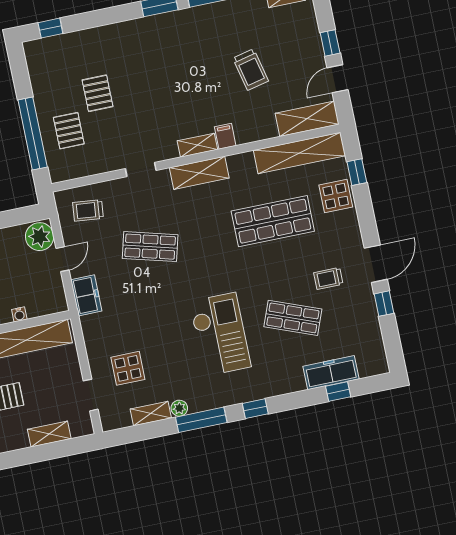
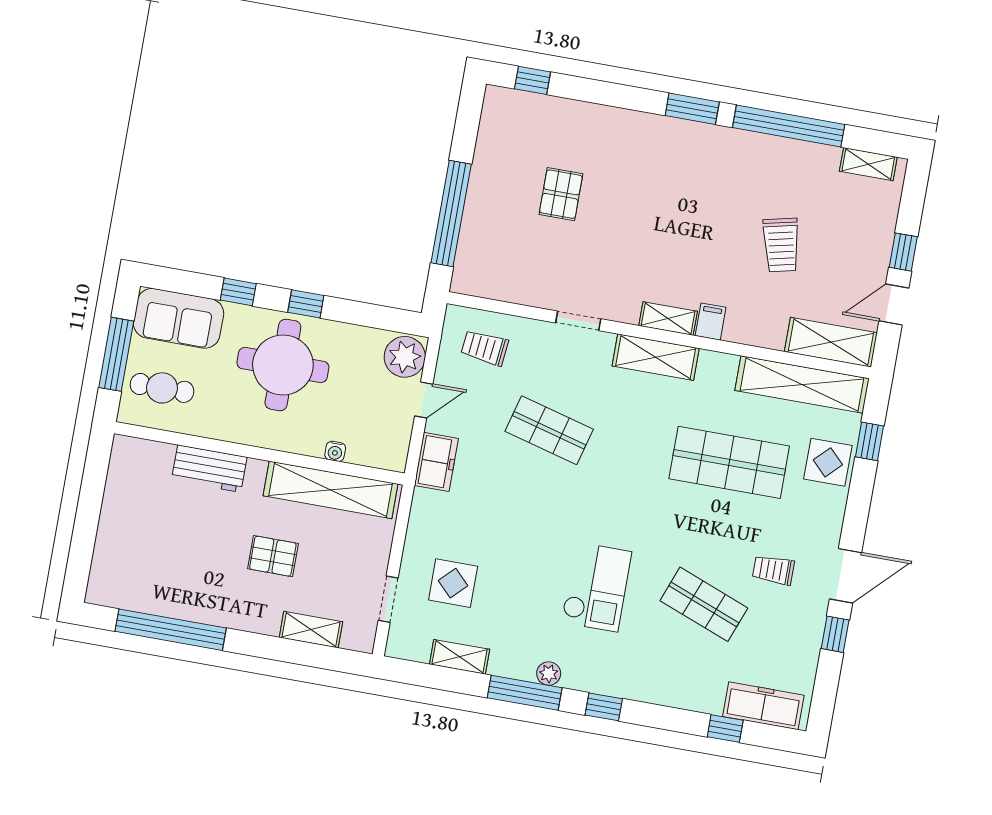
pallet: (69, 131) -> (502, 229), removed
checkout: (220, 334) -> (596, 587), width x0.73, depth x0.83
freezer: (331, 373) -> (763, 706), moved
plant: (179, 408) -> (549, 674), moved

